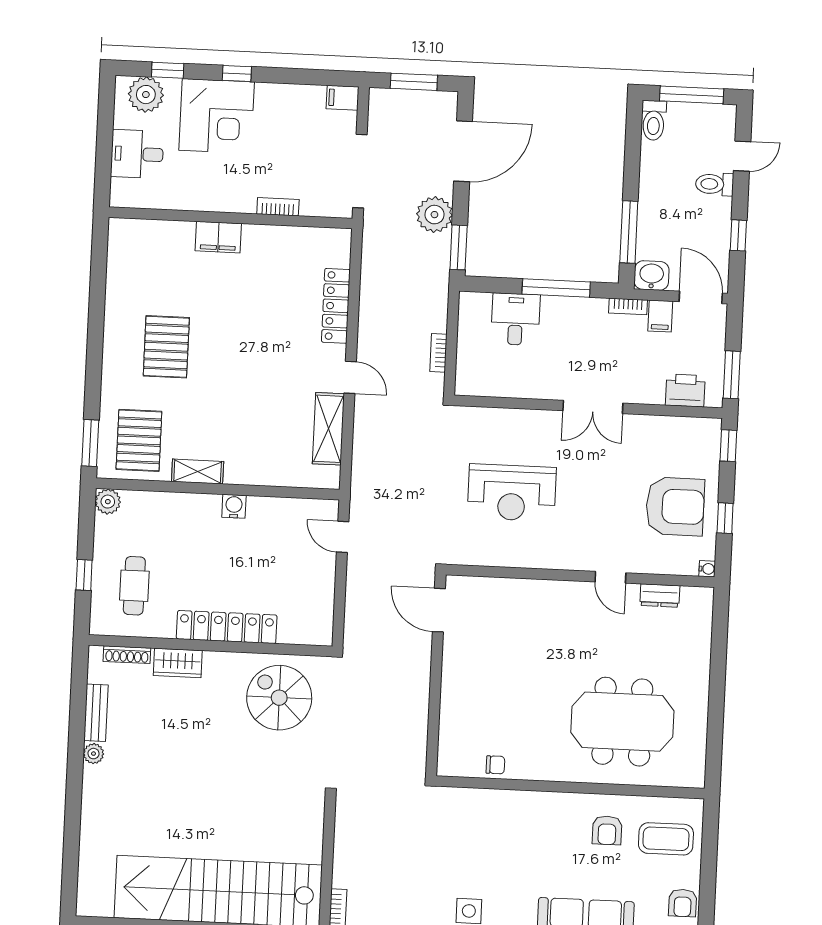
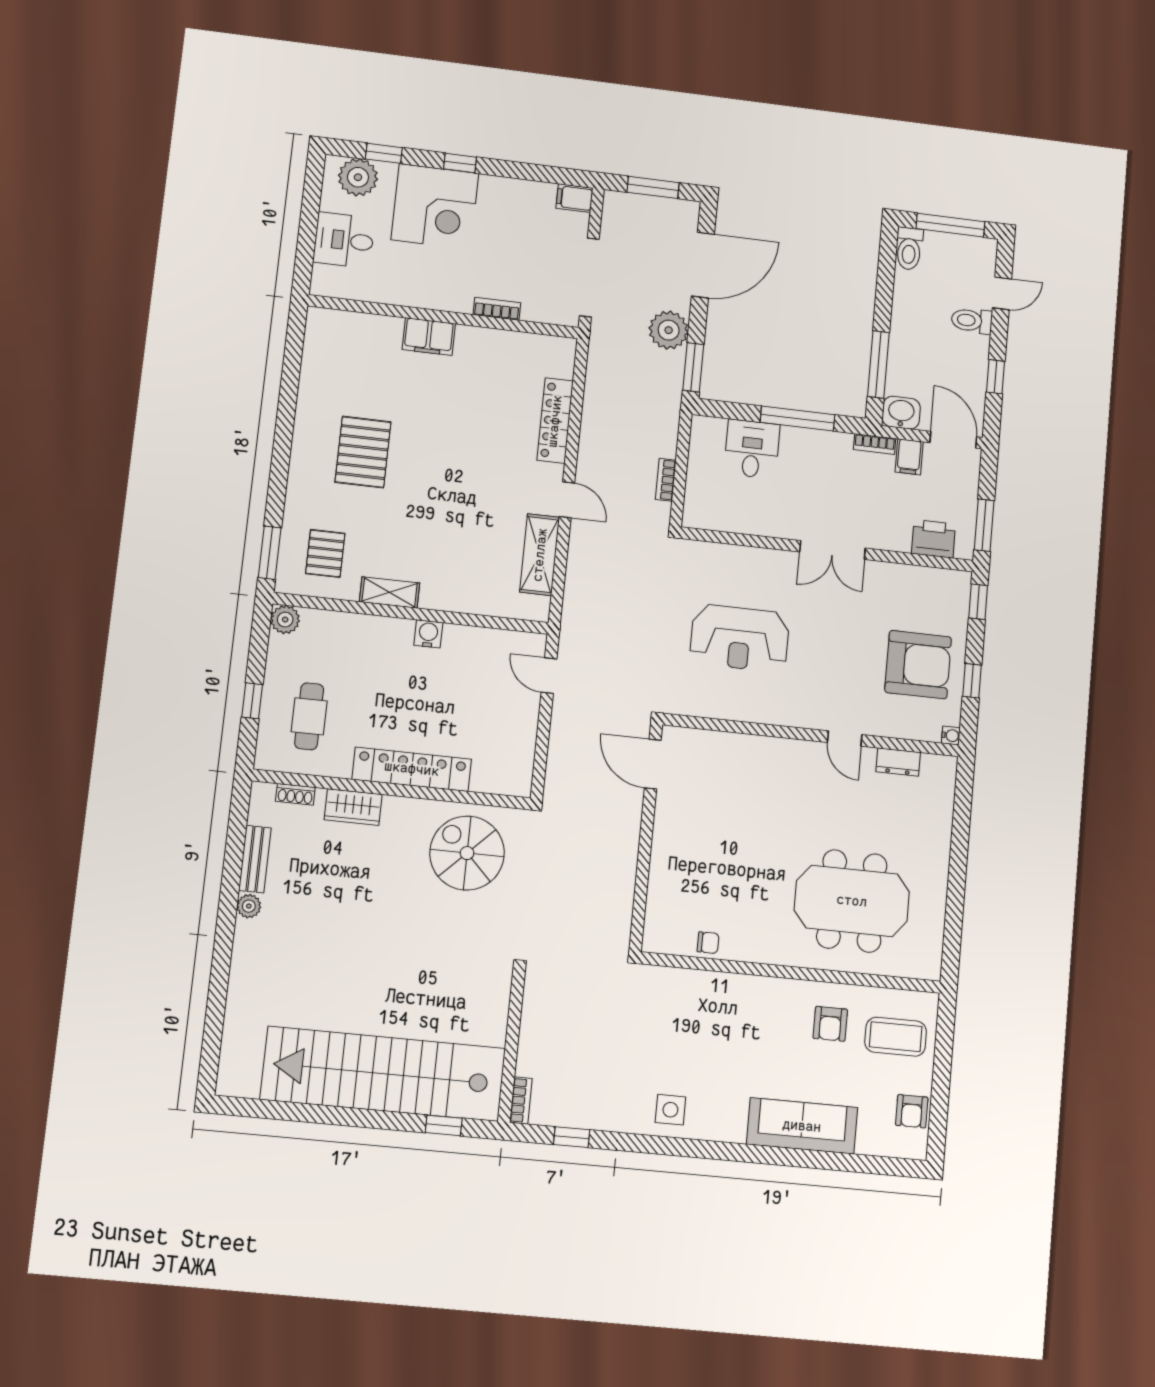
pallet: (139, 440) -> (325, 553), width x0.67, depth x0.71
shoe rack: (127, 655) -> (295, 794), width x0.70

